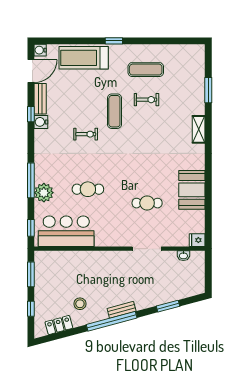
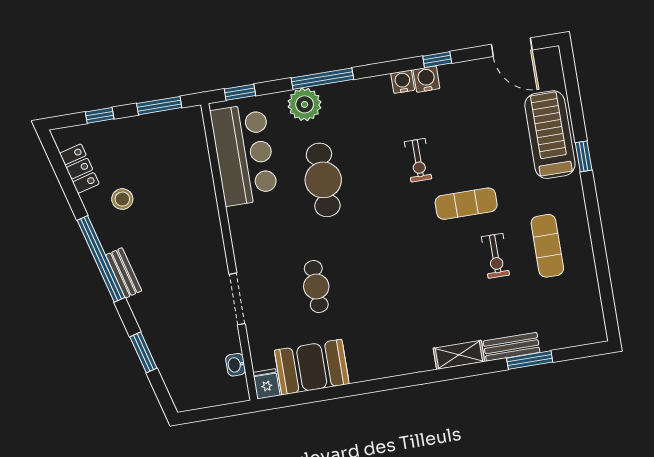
window: (114, 41) -> (584, 156), moved
water cooler: (40, 50) -> (403, 82), moved
bench: (40, 99) -> (512, 347), moved
cafe table: (88, 189) -> (323, 180), width x1.37, depth x1.35
booth: (192, 190) -> (312, 367), moved

